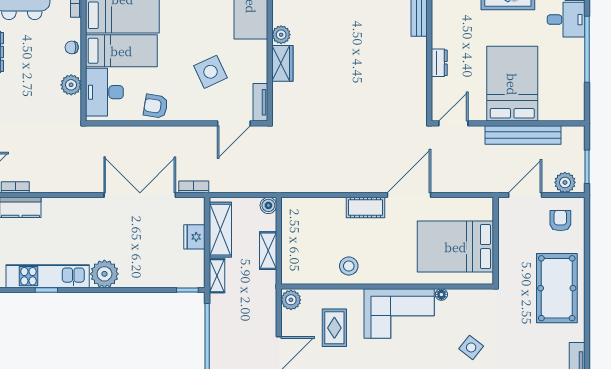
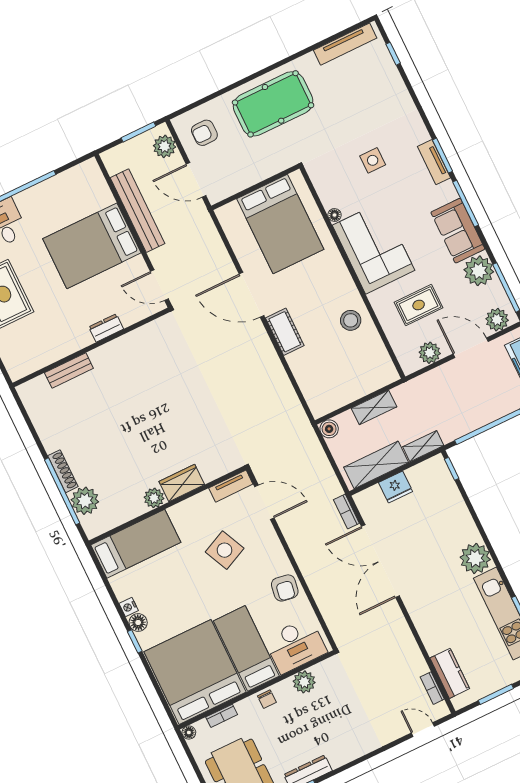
plant: (291, 300) -> (430, 353), moved
side table: (471, 347) -> (373, 160), turned -38

